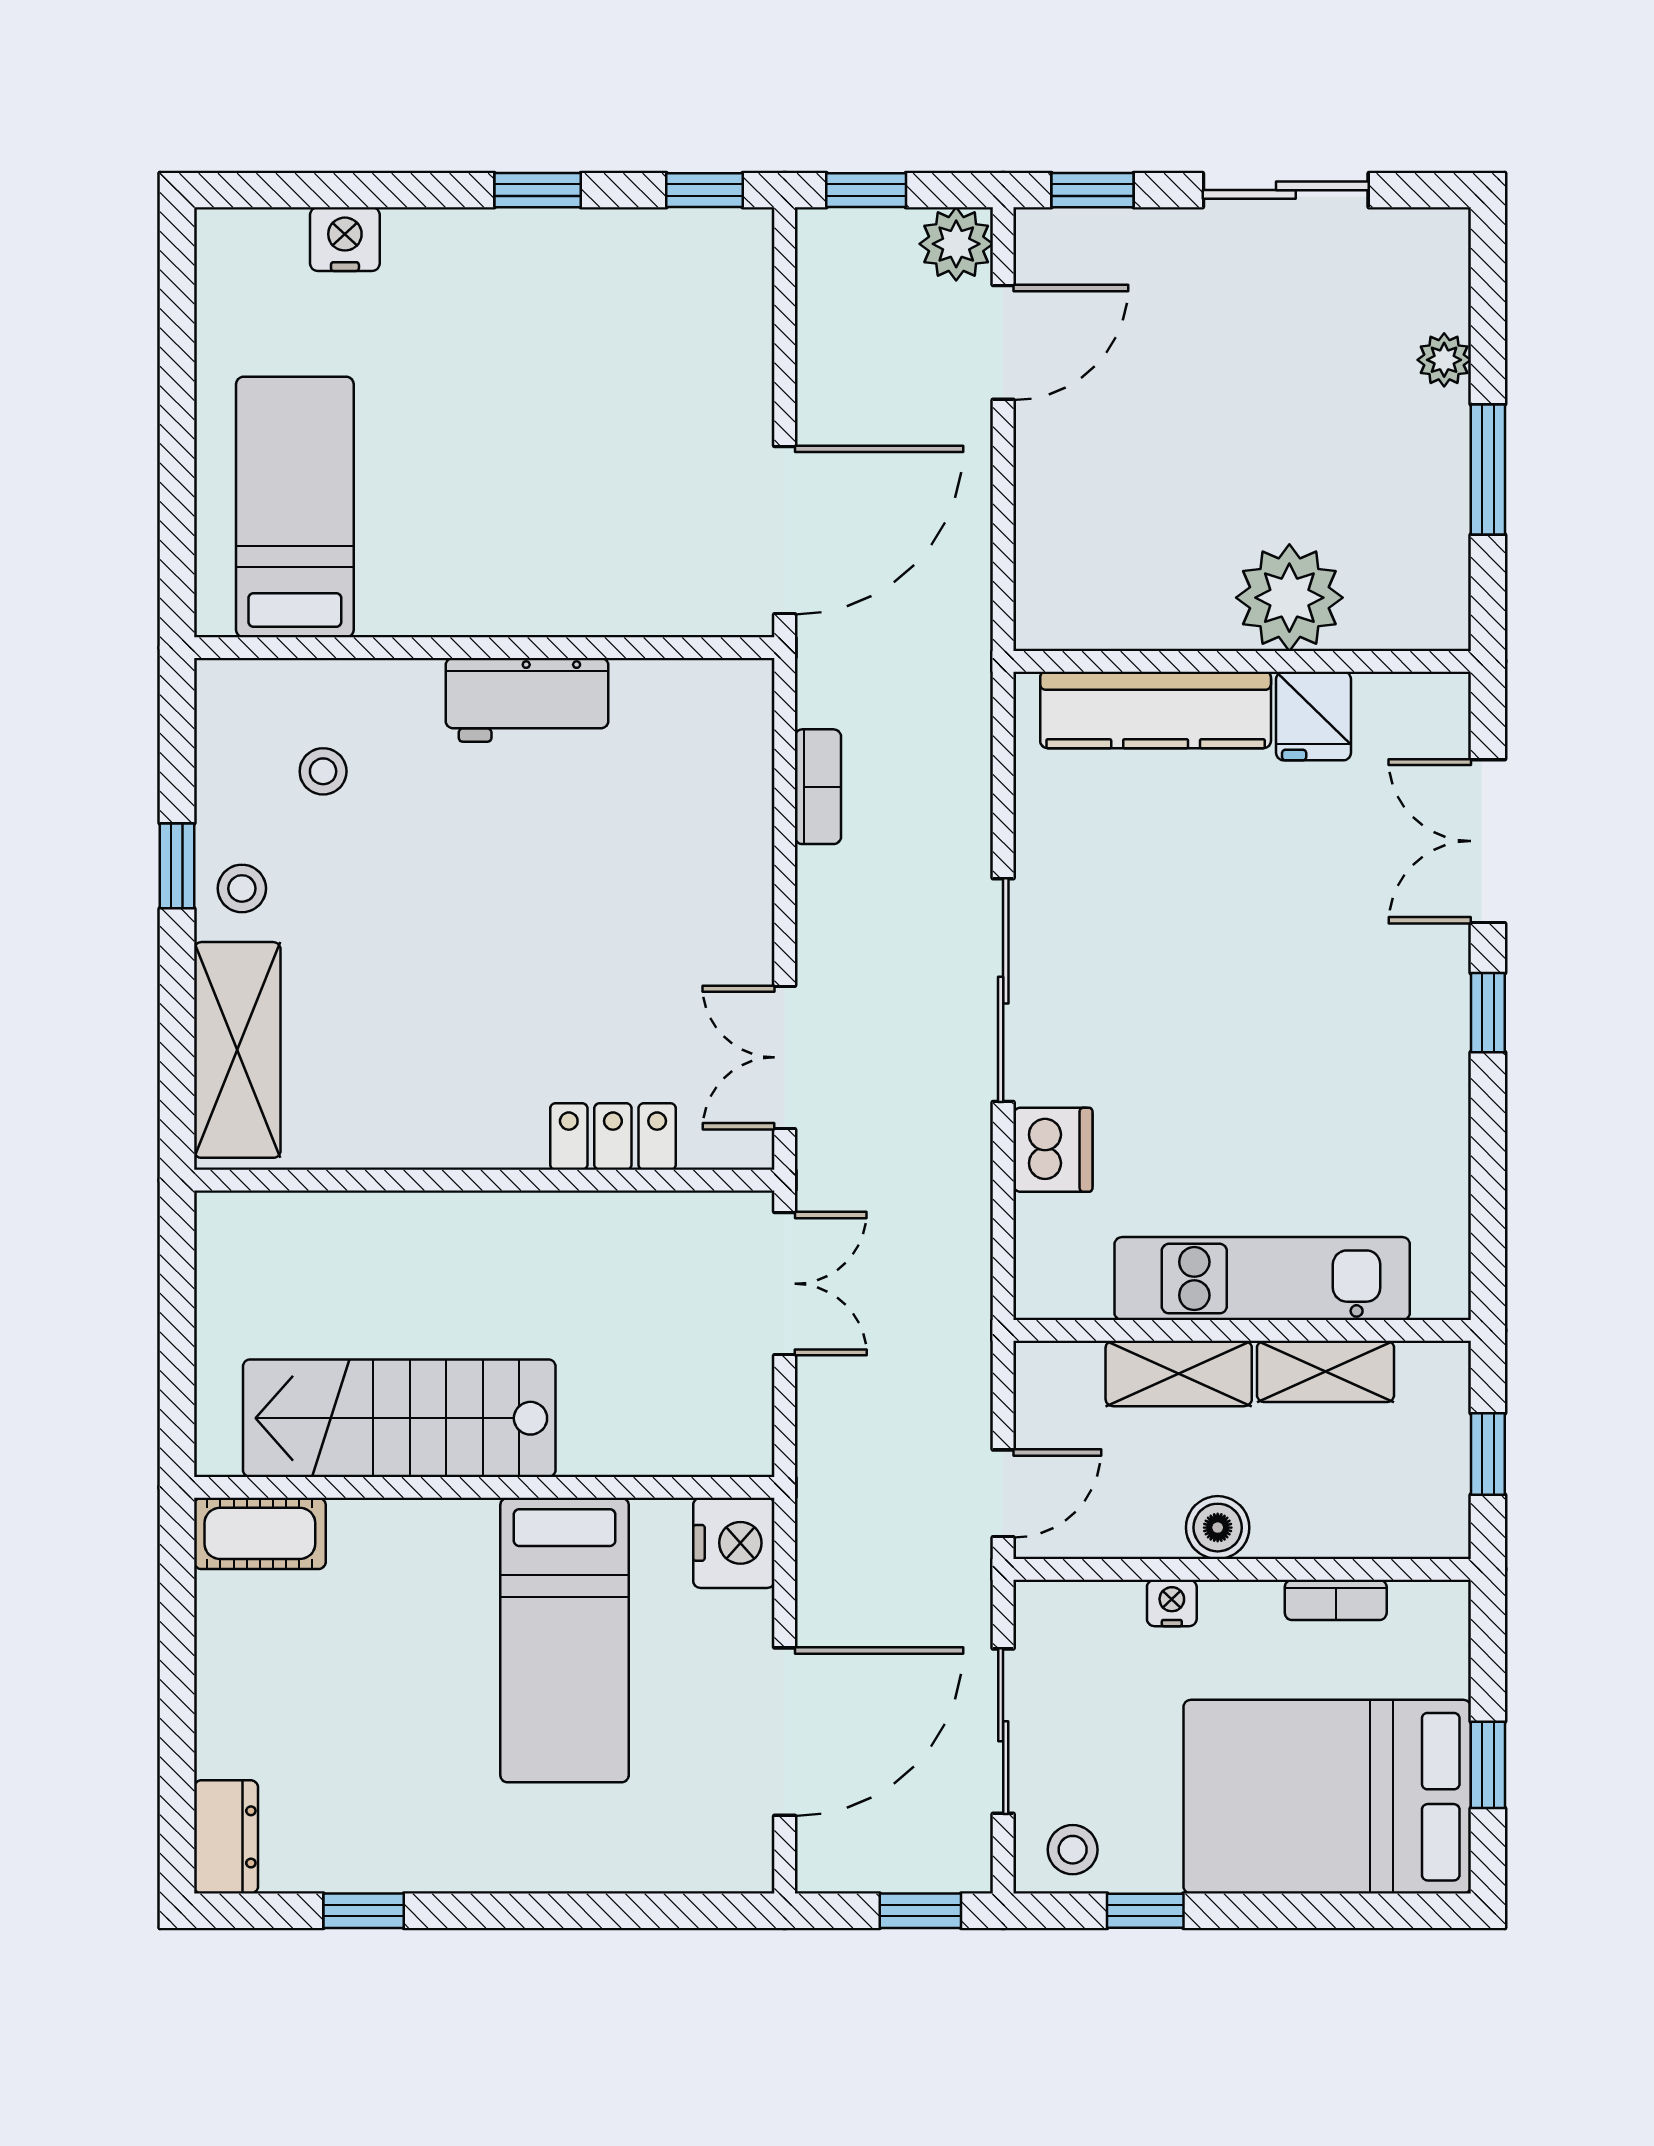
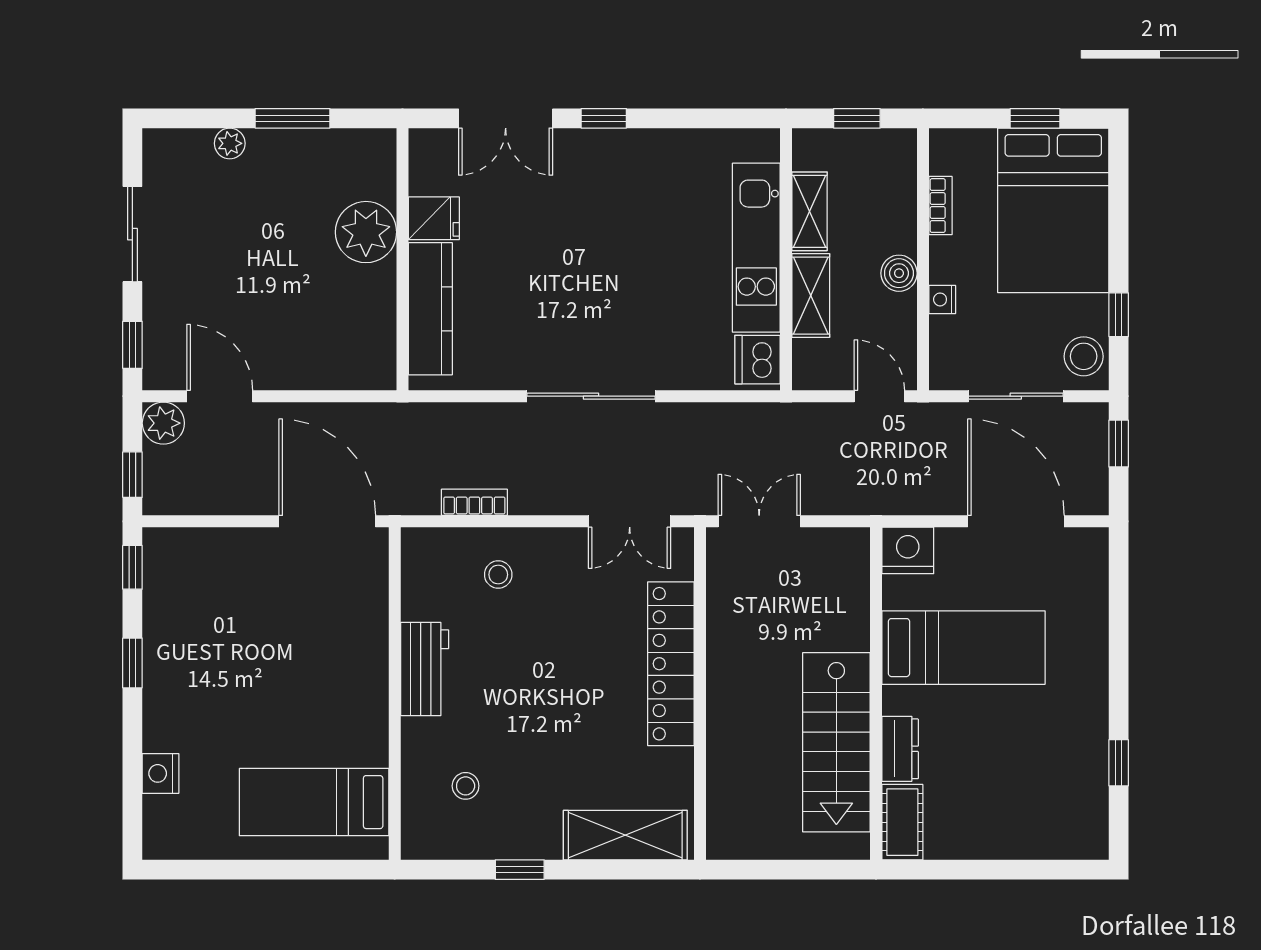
stool: (242, 888) -> (498, 575), moved
locker: (613, 1136) -> (671, 664), width x2.16, depth x1.21
dishwasher: (1053, 1150) -> (757, 360), moved, turned -90
dresser: (226, 1837) -> (900, 749), moved, turned 90
stool: (1073, 1850) -> (1084, 356), width x1.37, depth x1.37

